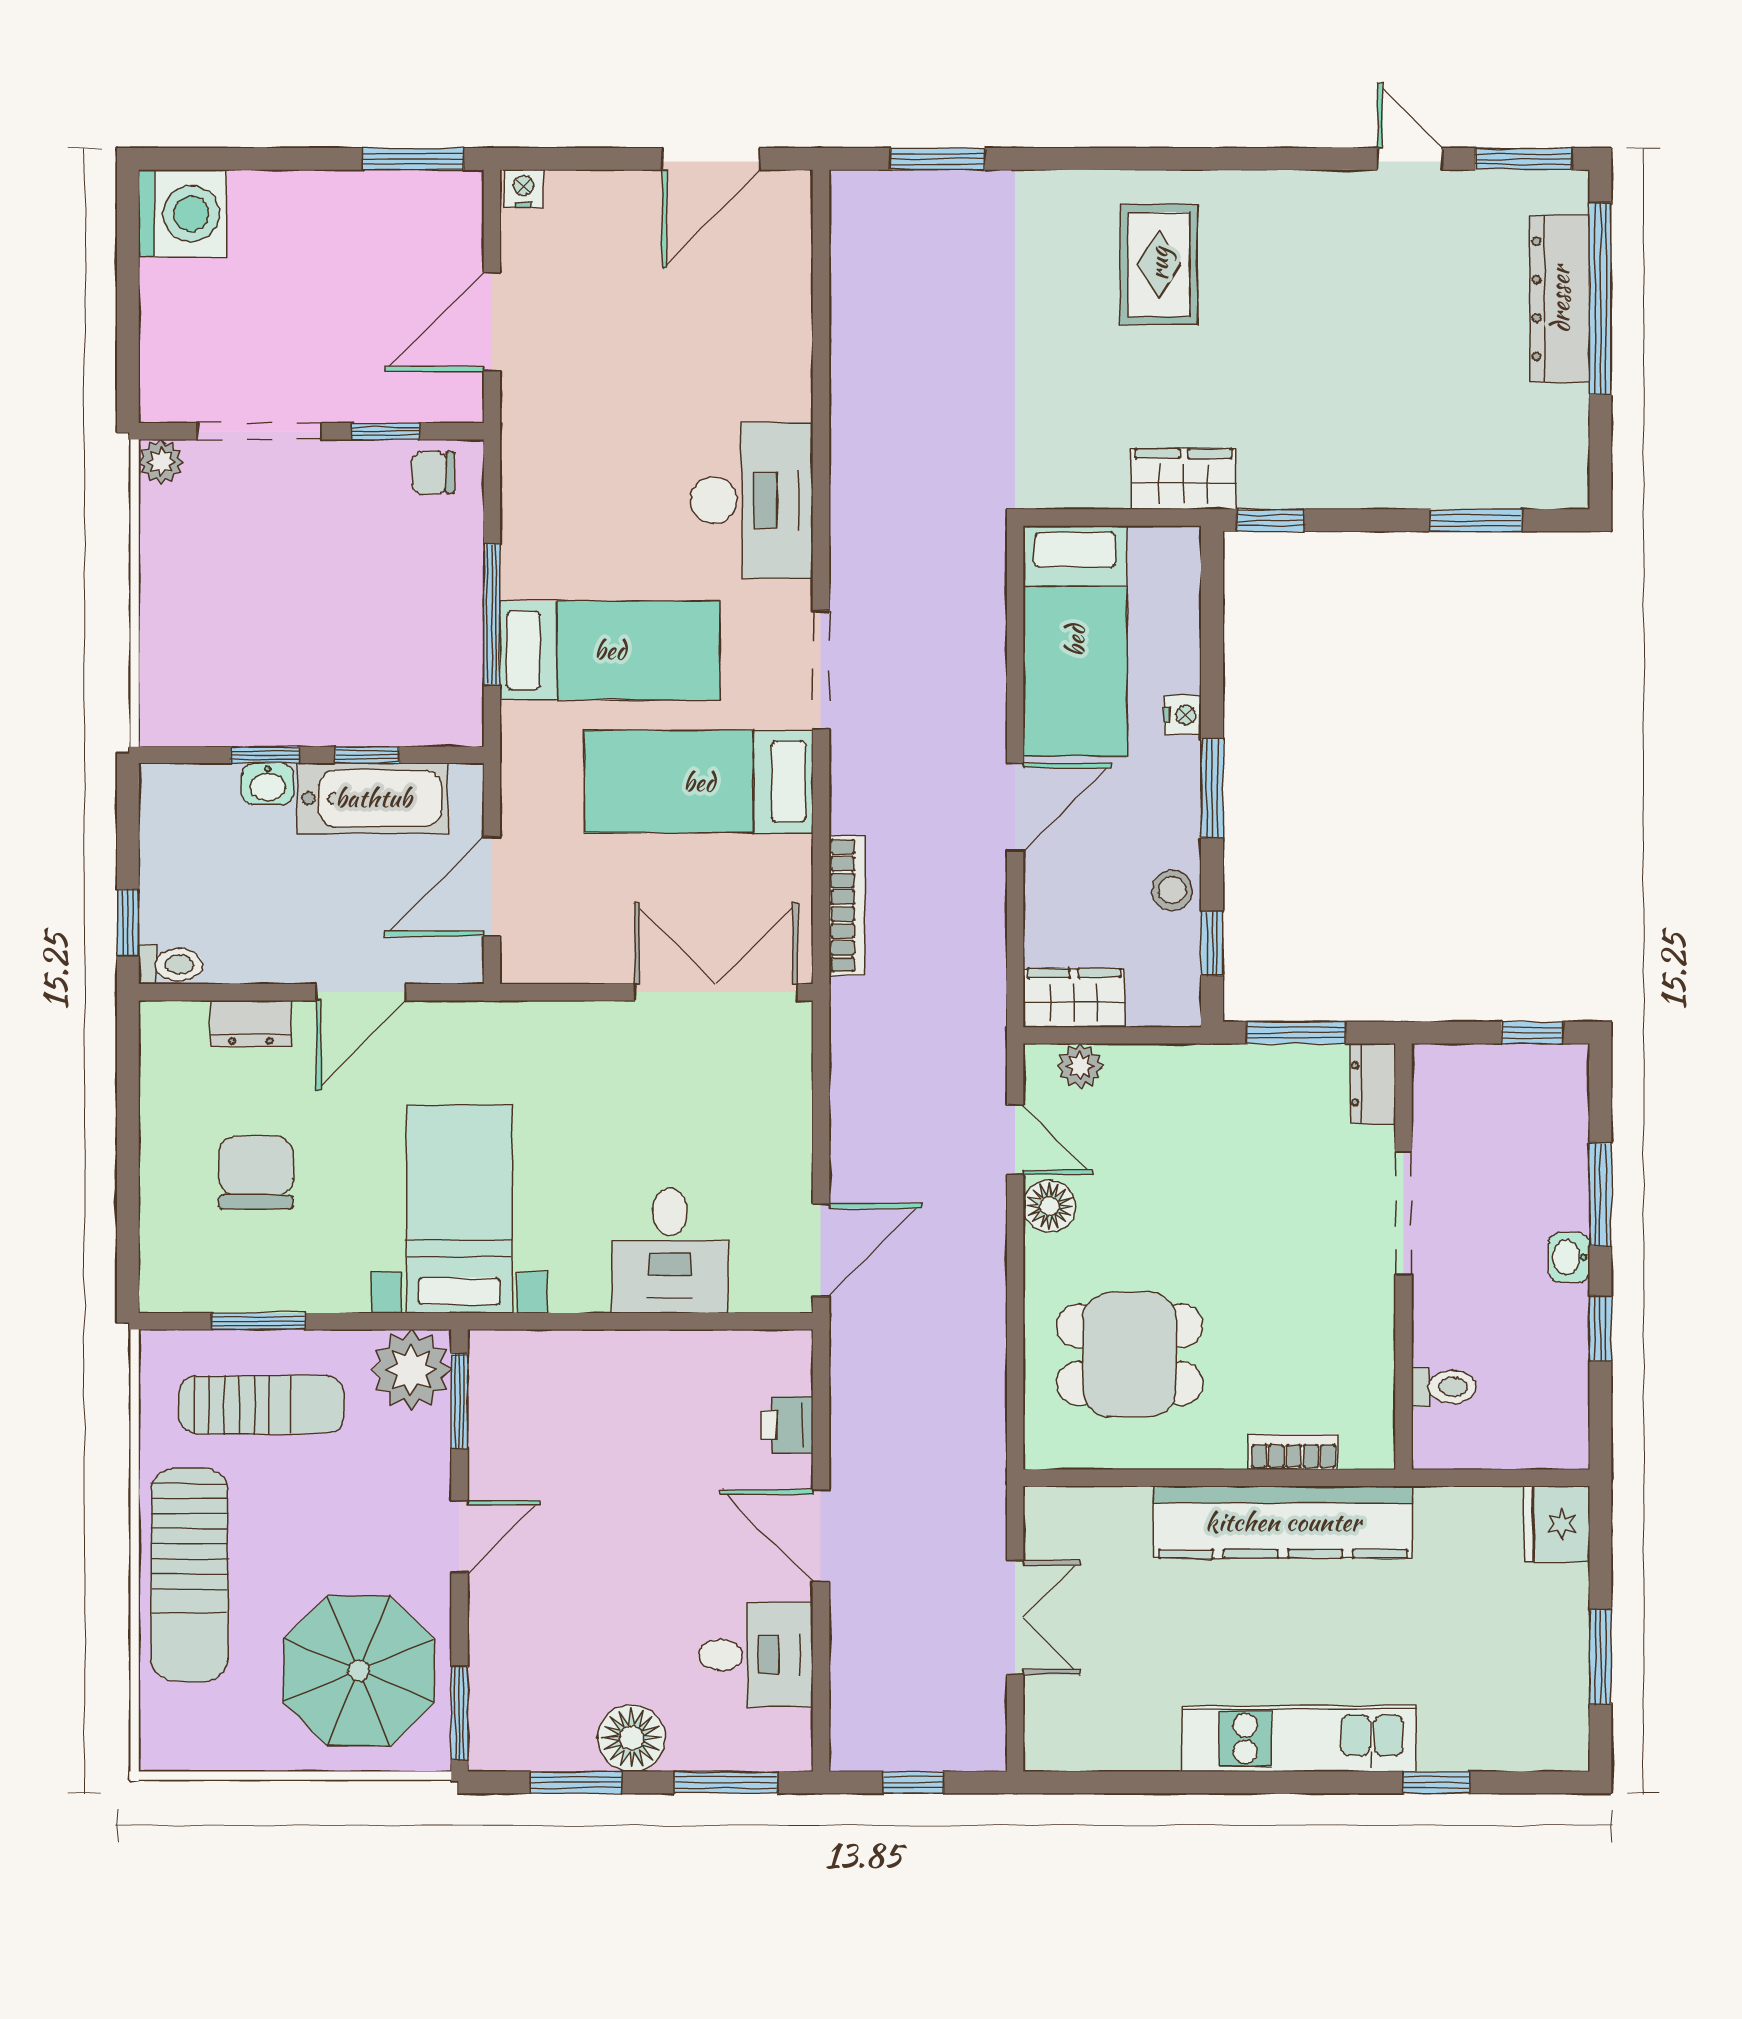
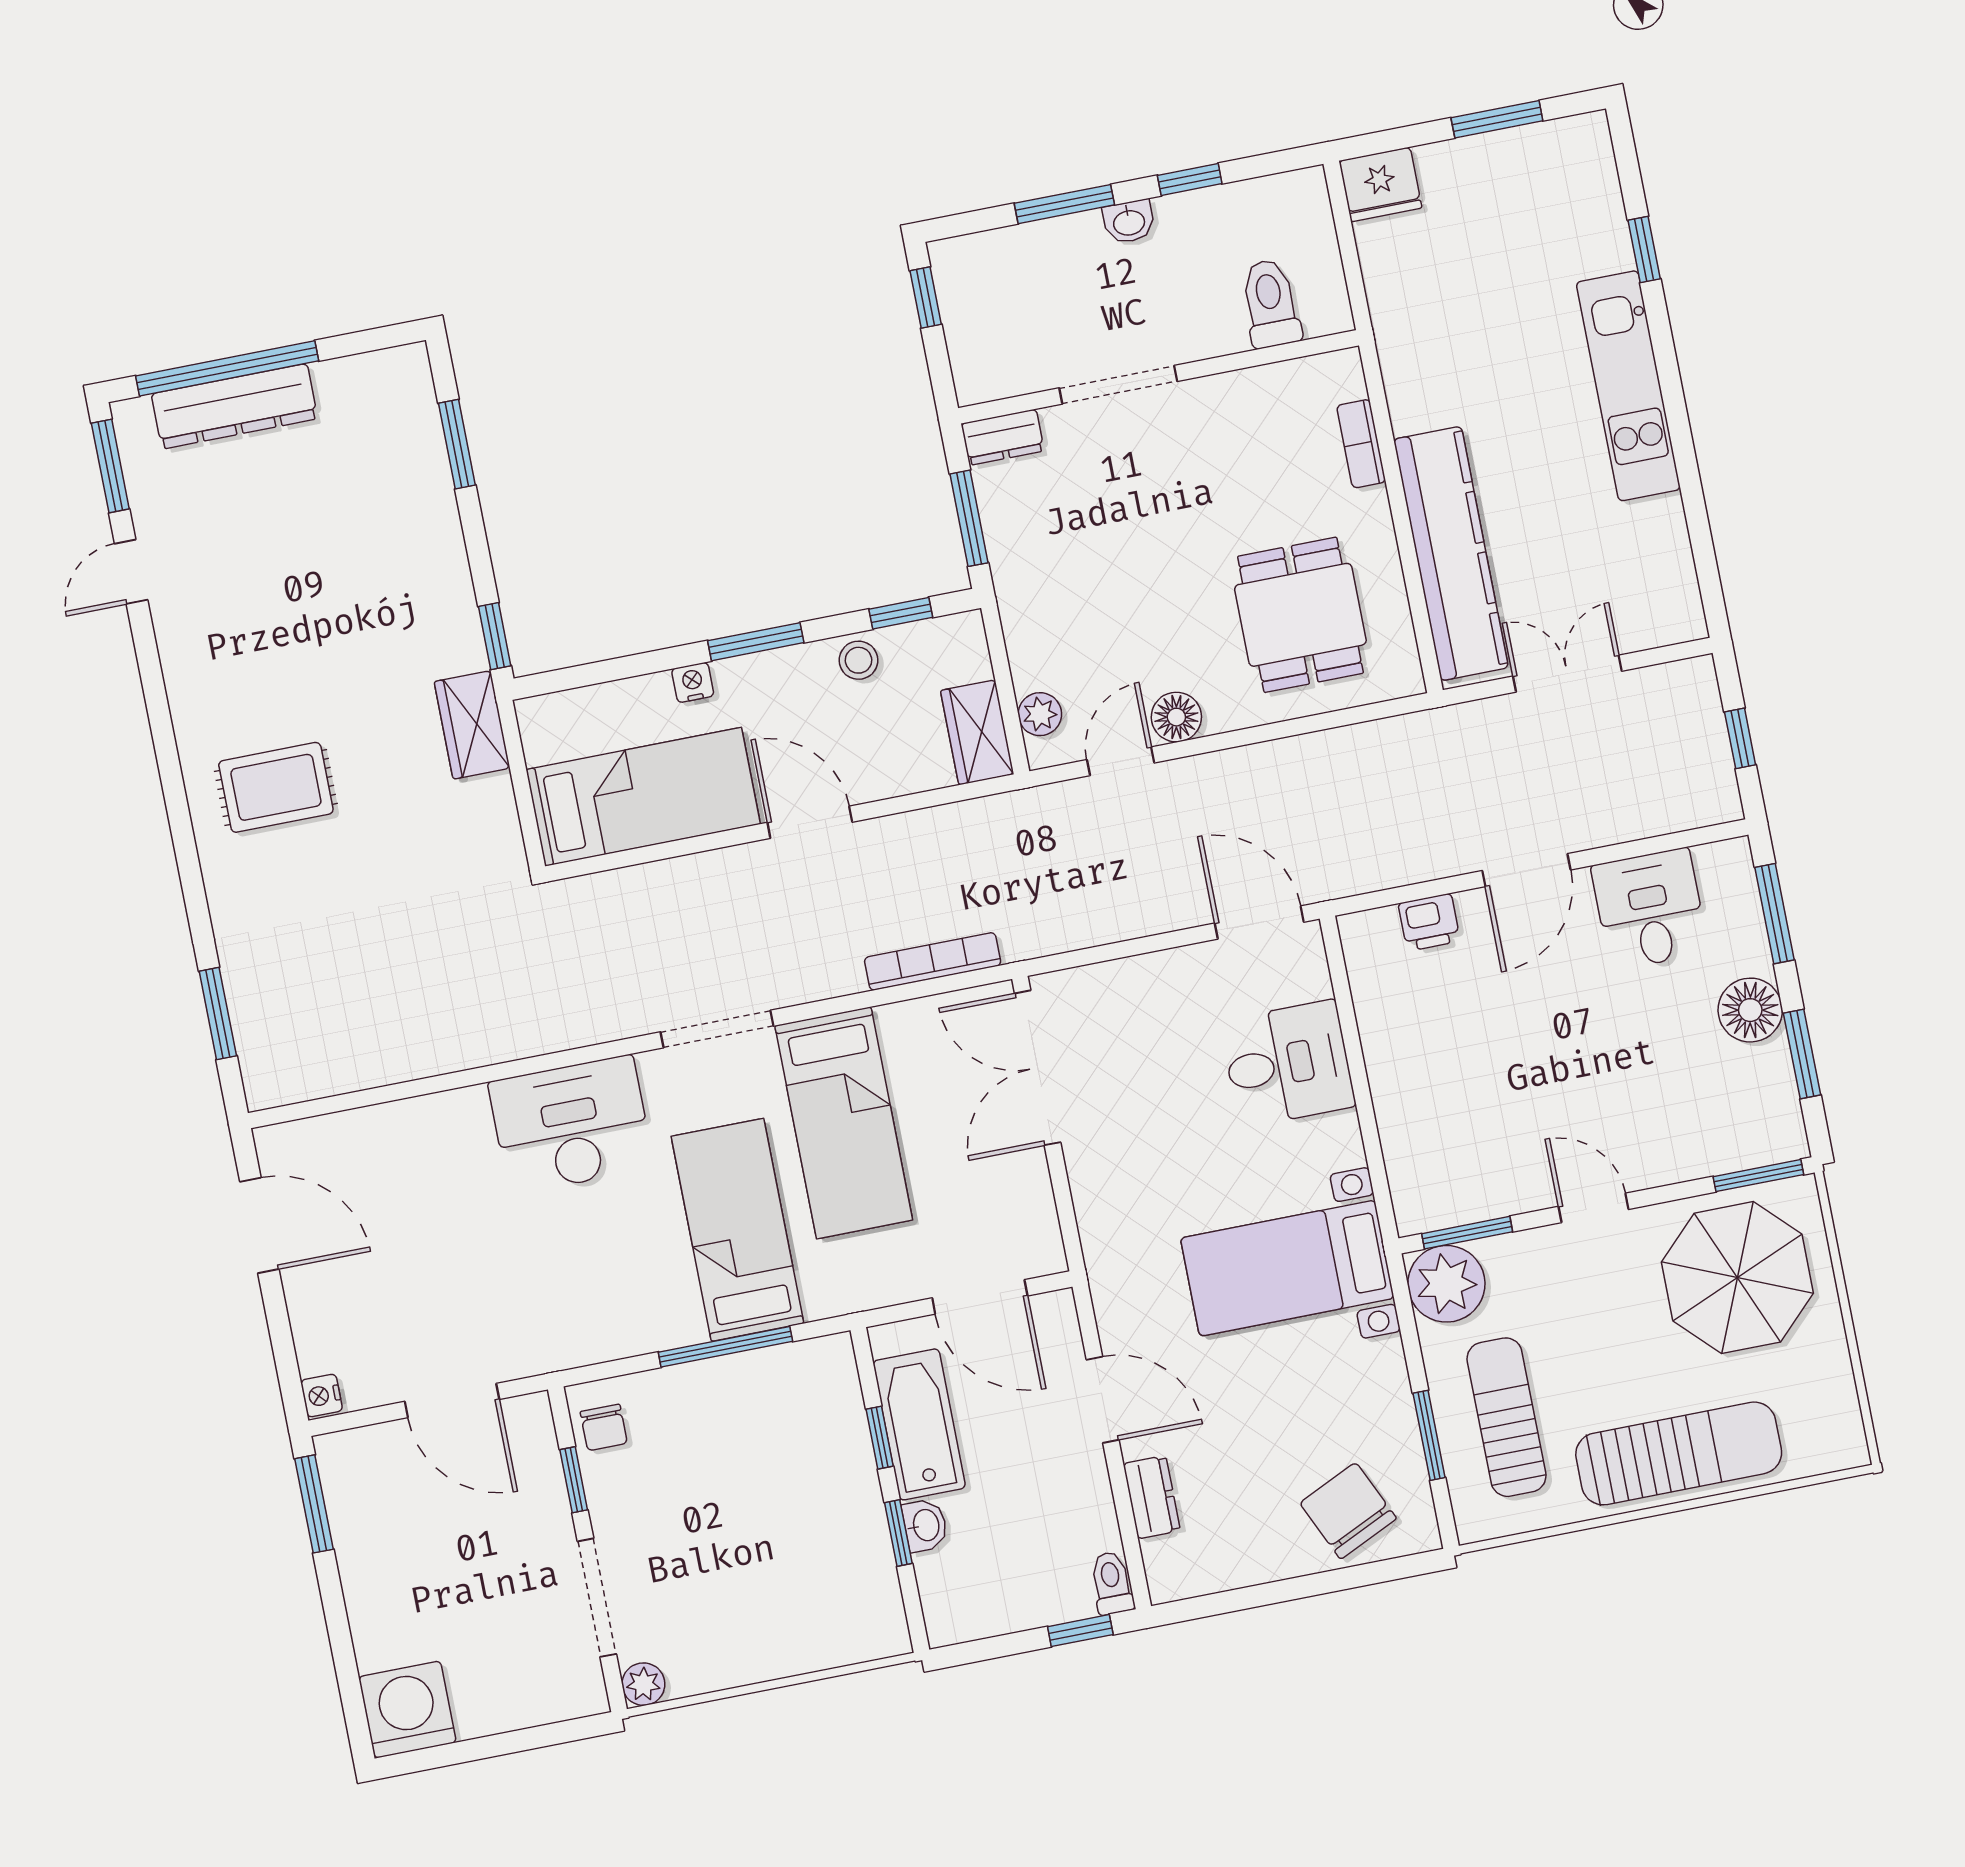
chair: (256, 1173) -> (1348, 1511), moved, turned 65
toilet: (1444, 1387) -> (1271, 303), width x1.37, depth x1.39
kitchen counter: (1283, 1522) -> (1451, 553), moved

